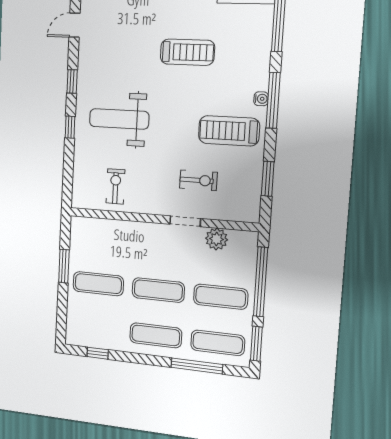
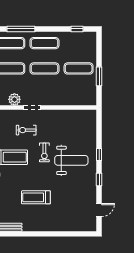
exercise bike: (115, 186) -> (44, 152), moved

